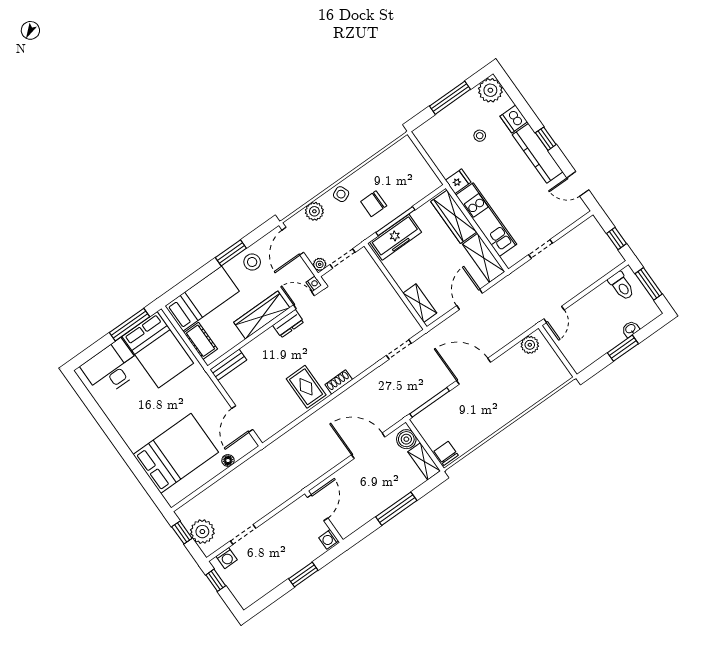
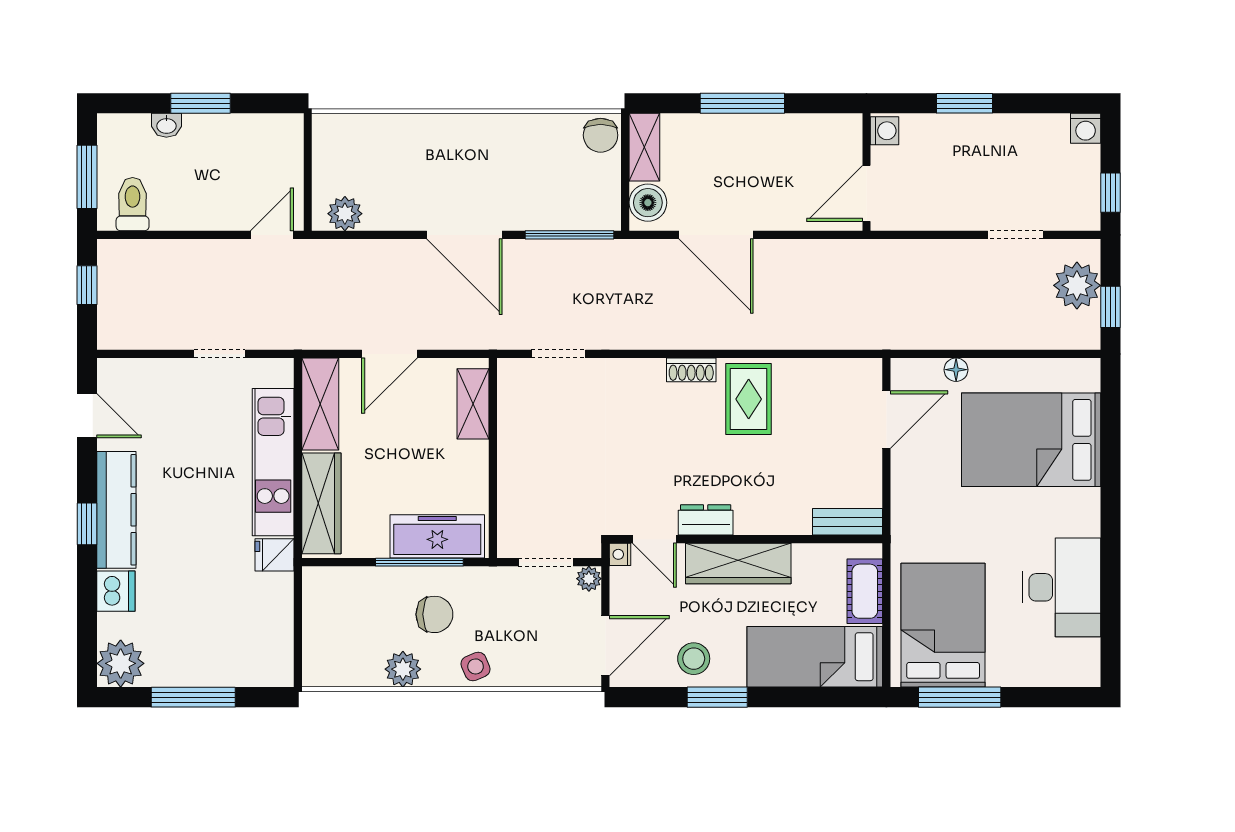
stool: (480, 136) -> (189, 603), removed
plant: (314, 211) -> (403, 669), moved
desk: (112, 368) -> (1062, 587), moved, turned -90
washing machine: (227, 558) -> (1086, 128), moved, turned 180

